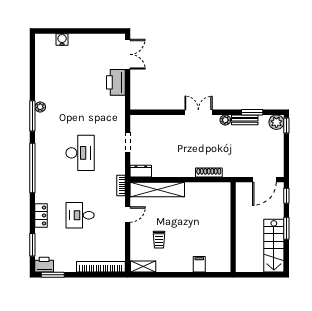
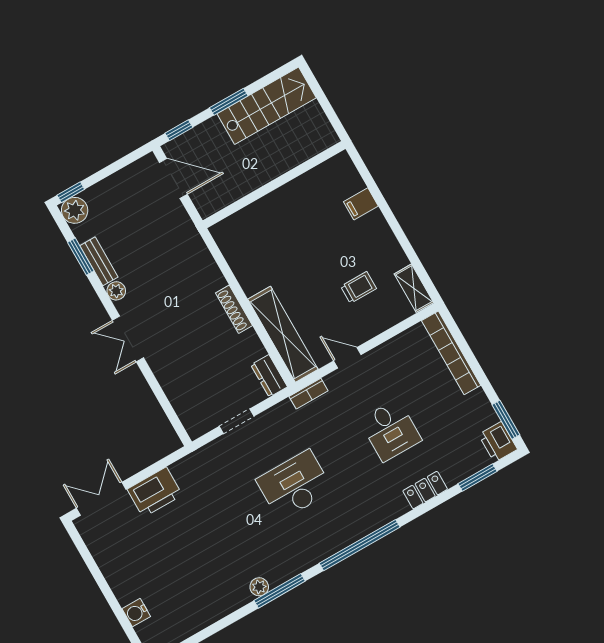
shoe rack: (209, 173) -> (234, 309), moved

